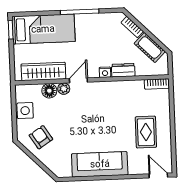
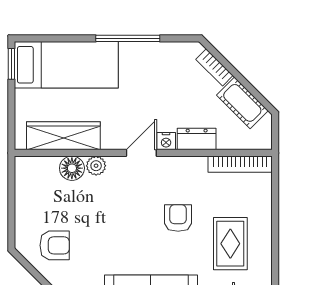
door: (78, 80) -> (141, 153), moved
bookcase: (157, 84) -> (240, 164), width x1.56
side table: (25, 111) -> (30, 200), removed
armchair: (114, 118) -> (178, 218), added
armchair: (41, 137) -> (55, 245), turned 123

